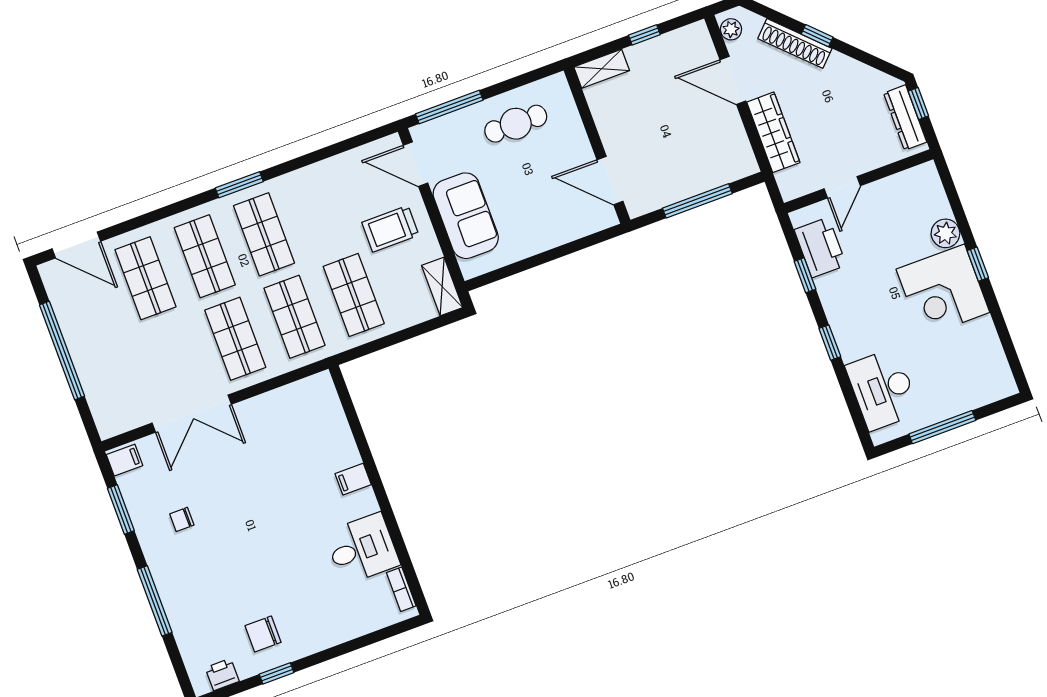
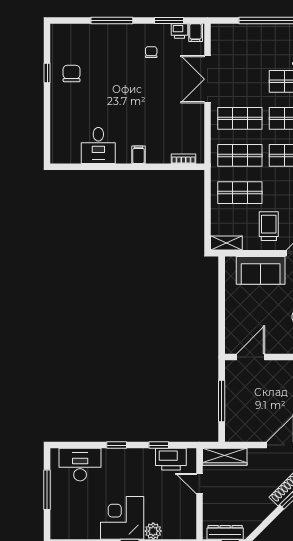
wardrobe: (773, 132) -> (225, 457), moved
bookcase: (401, 589) -> (184, 159), moved
printer: (222, 675) -> (180, 31), moved, turned 90

